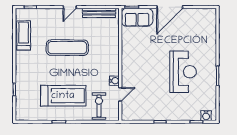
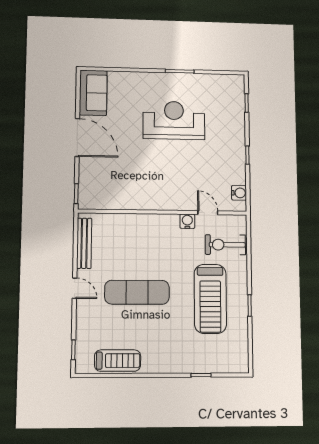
sofa: (137, 17) -> (93, 93), moved
treadmill: (24, 35) -> (118, 361), turned 180
exercise mat: (67, 48) -> (137, 292), turned 90
treadmill: (63, 96) -> (210, 299), turned 180
water cooler: (206, 116) -> (239, 193), moved

